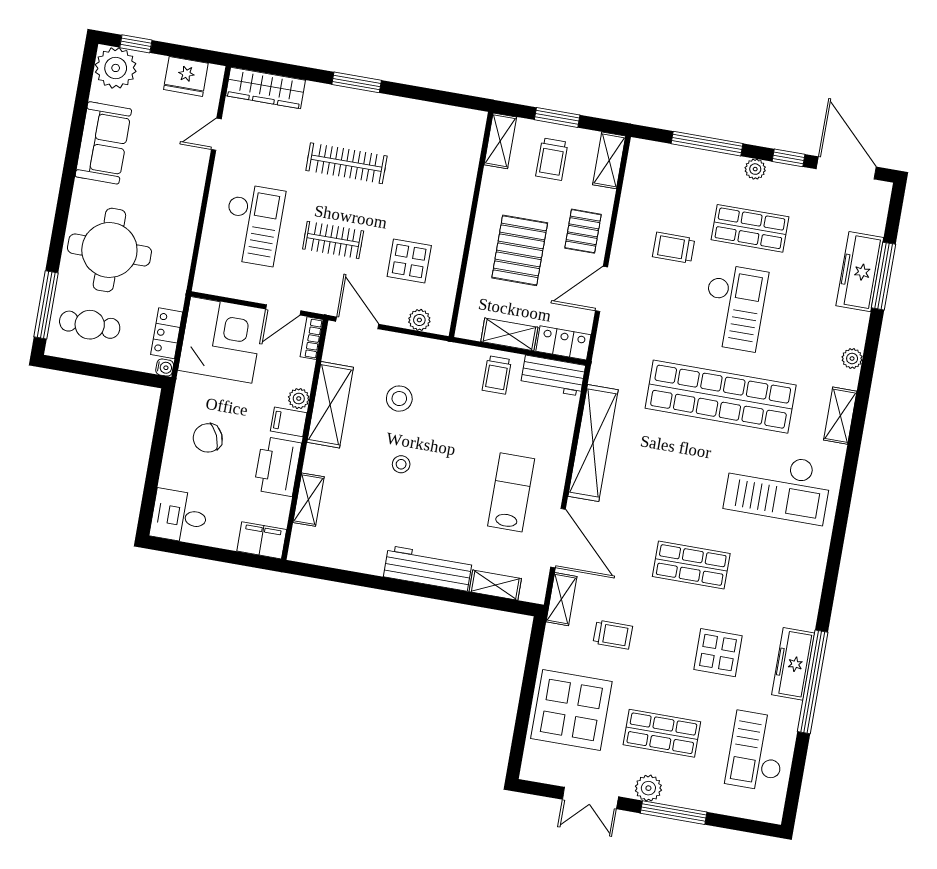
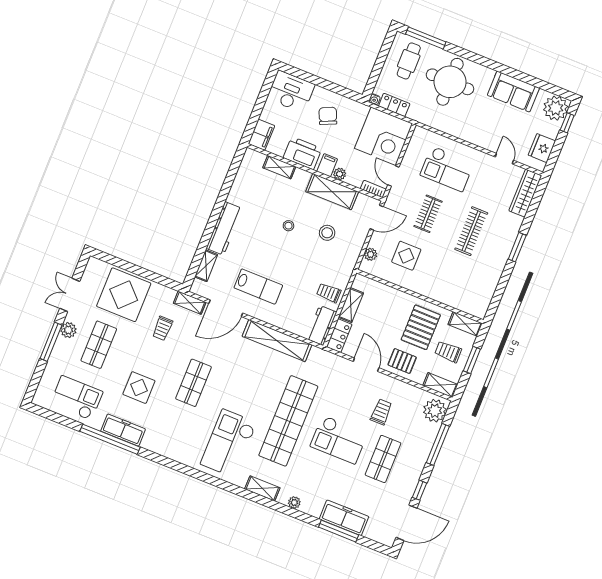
plant: (755, 169) -> (435, 411), moved, width x1.88, depth x1.88
pallet: (520, 250) -> (421, 327), moved, turned 90
desk: (179, 516) -> (291, 92), width x1.37

